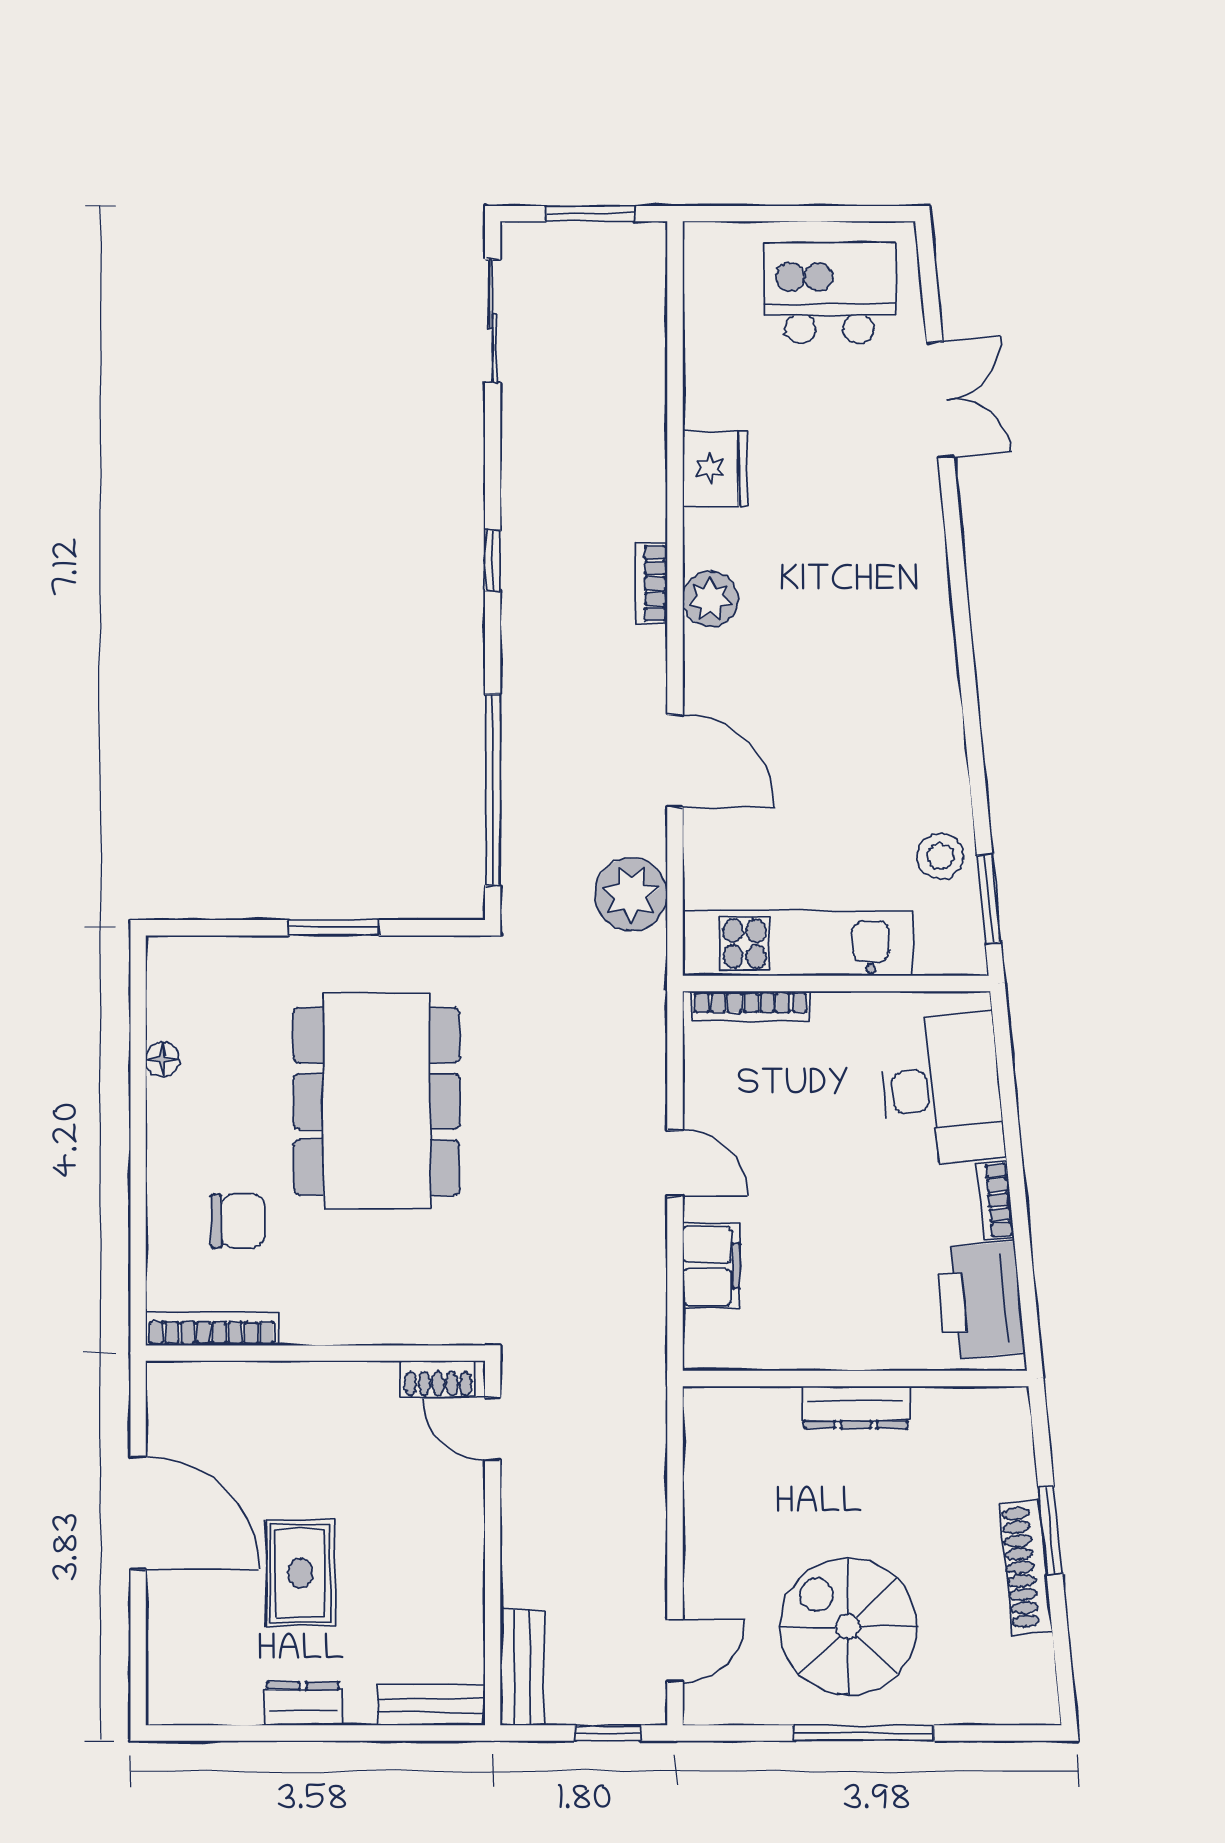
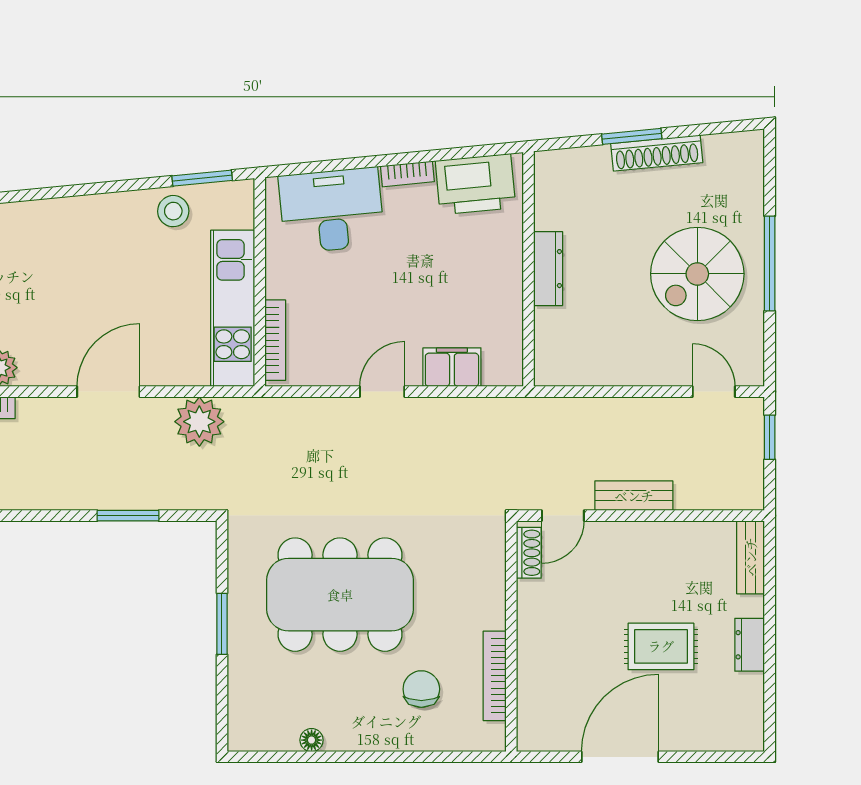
window: (493, 790) -> (128, 516), width x0.47
bookcase: (211, 1329) -> (495, 676), moved
bench: (522, 1667) -> (634, 496), moved

